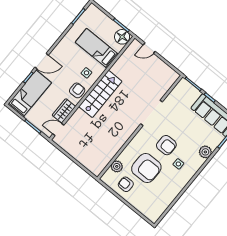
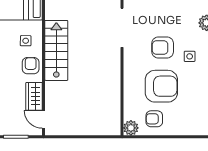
door: (58, 130) -> (44, 119), hinge flipped
armchair: (166, 145) -> (163, 48), turned 180
plant: (117, 166) -> (131, 128), moved

